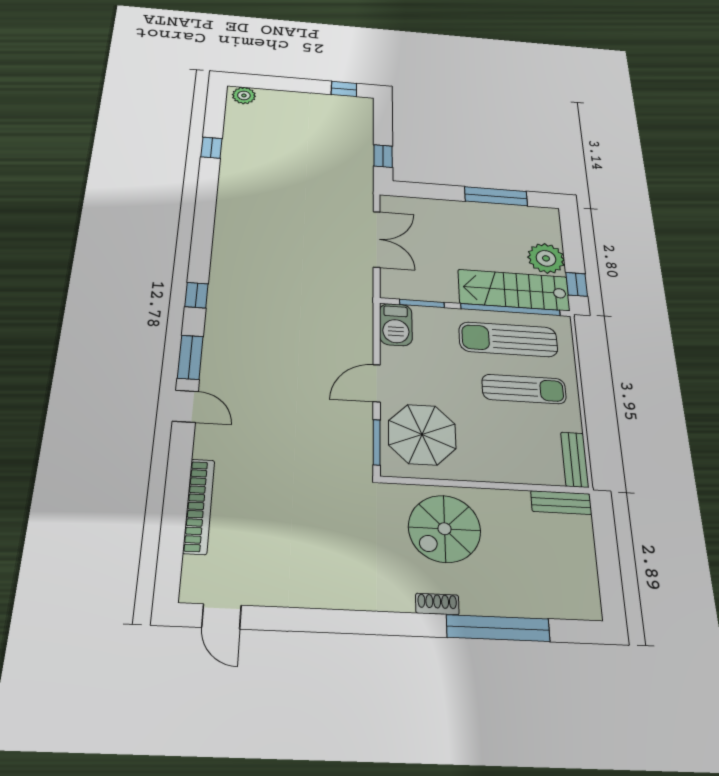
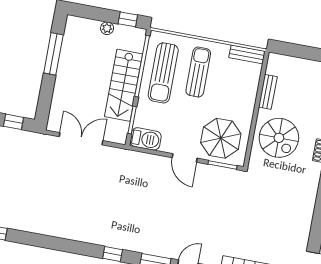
plant: (546, 258) -> (107, 28), width x0.53, depth x0.53
stairs: (514, 290) -> (124, 85), moved
bench: (561, 503) -> (268, 92), moved

